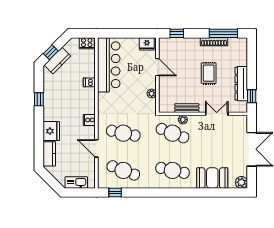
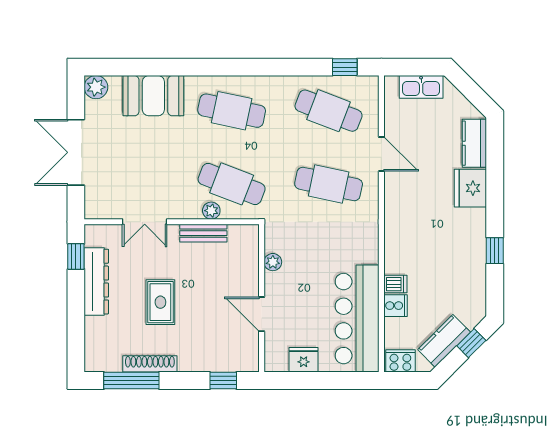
fridge: (147, 44) -> (304, 360), moved
kitchen counter: (57, 61) -> (444, 341), moved
cooker: (89, 120) -> (396, 306), moved

